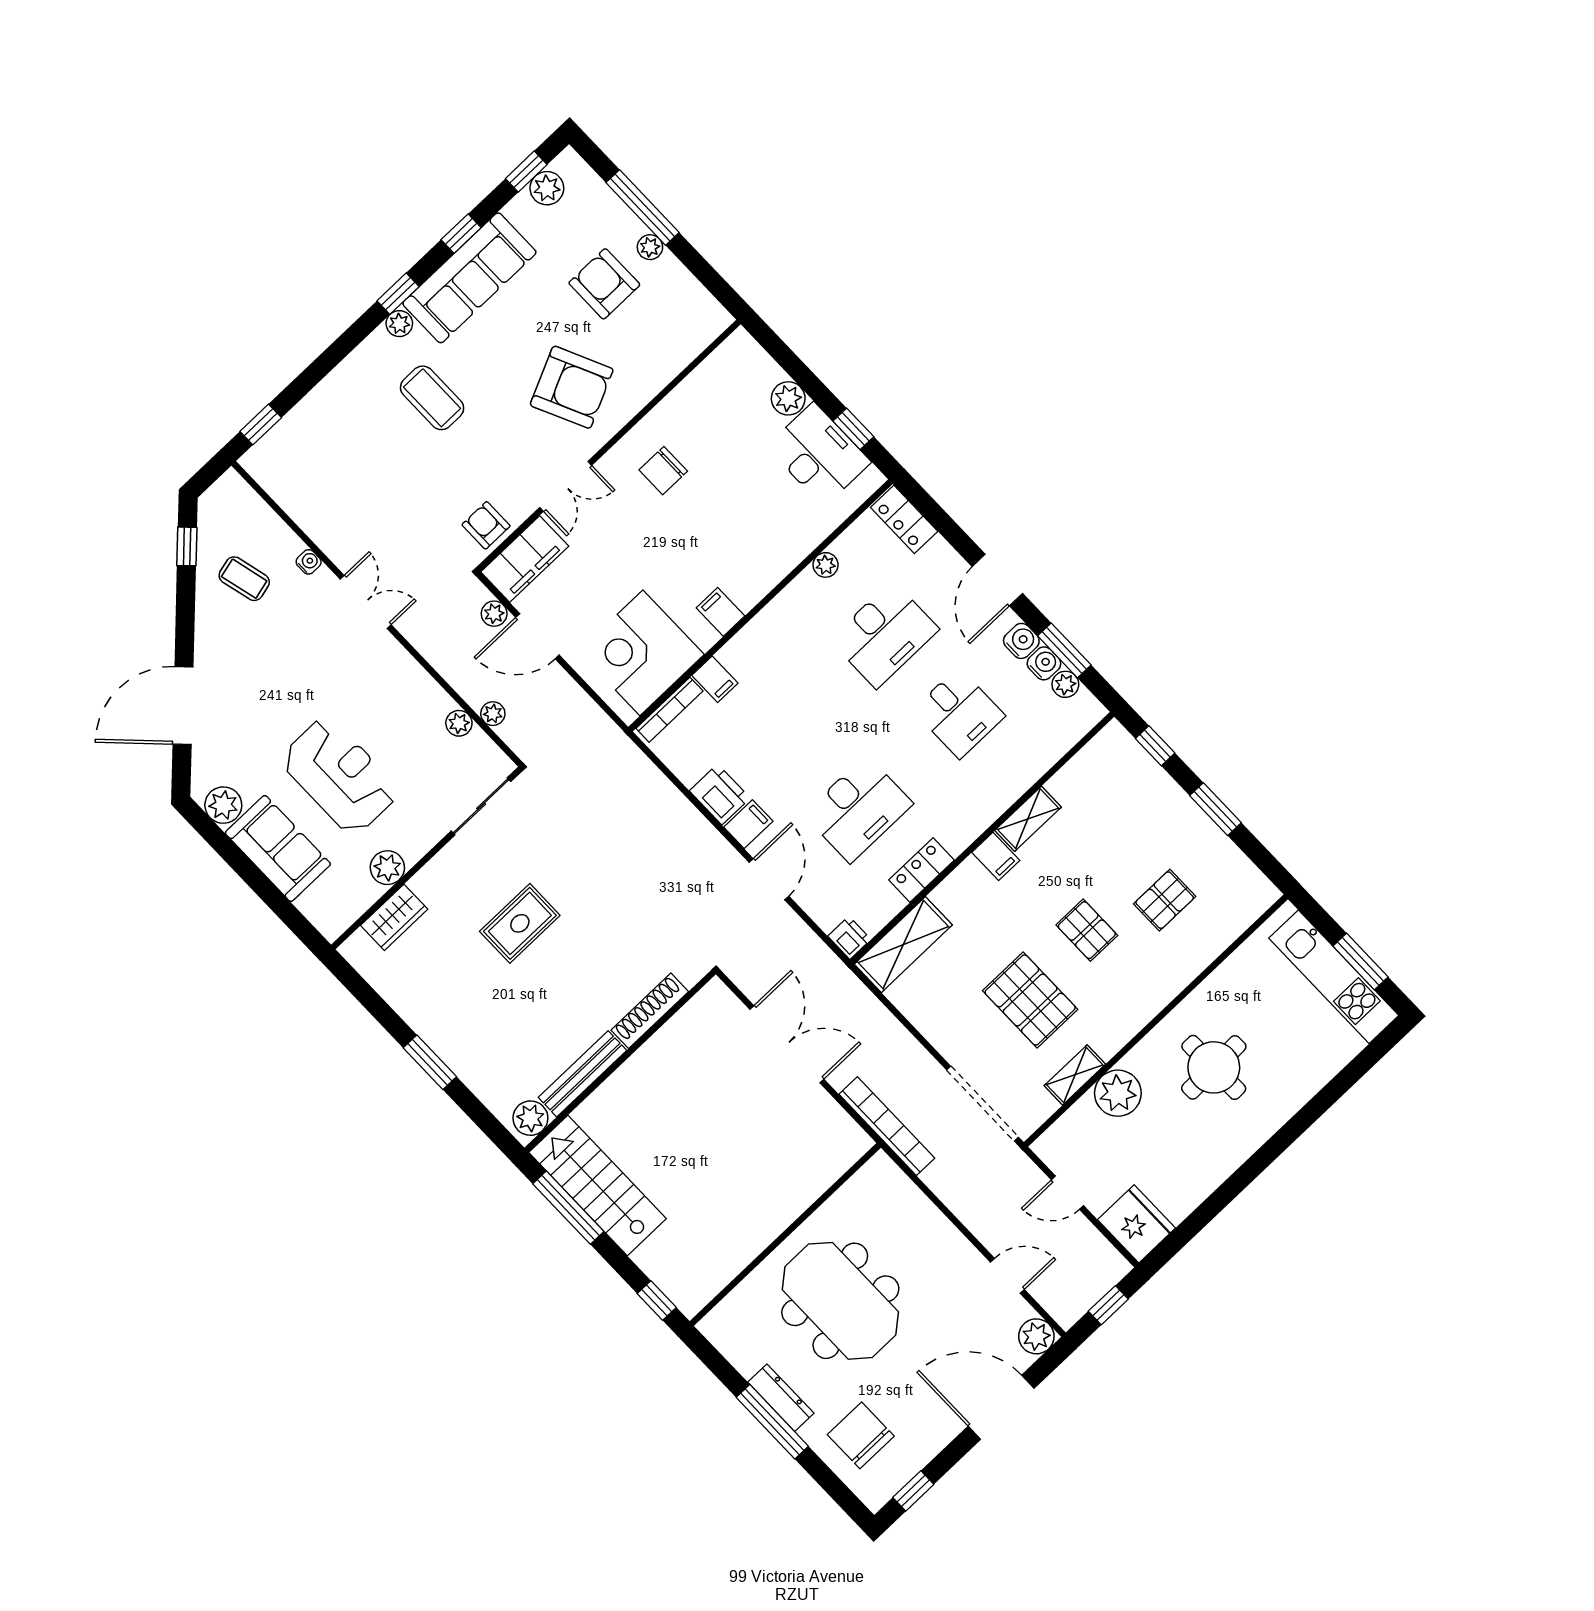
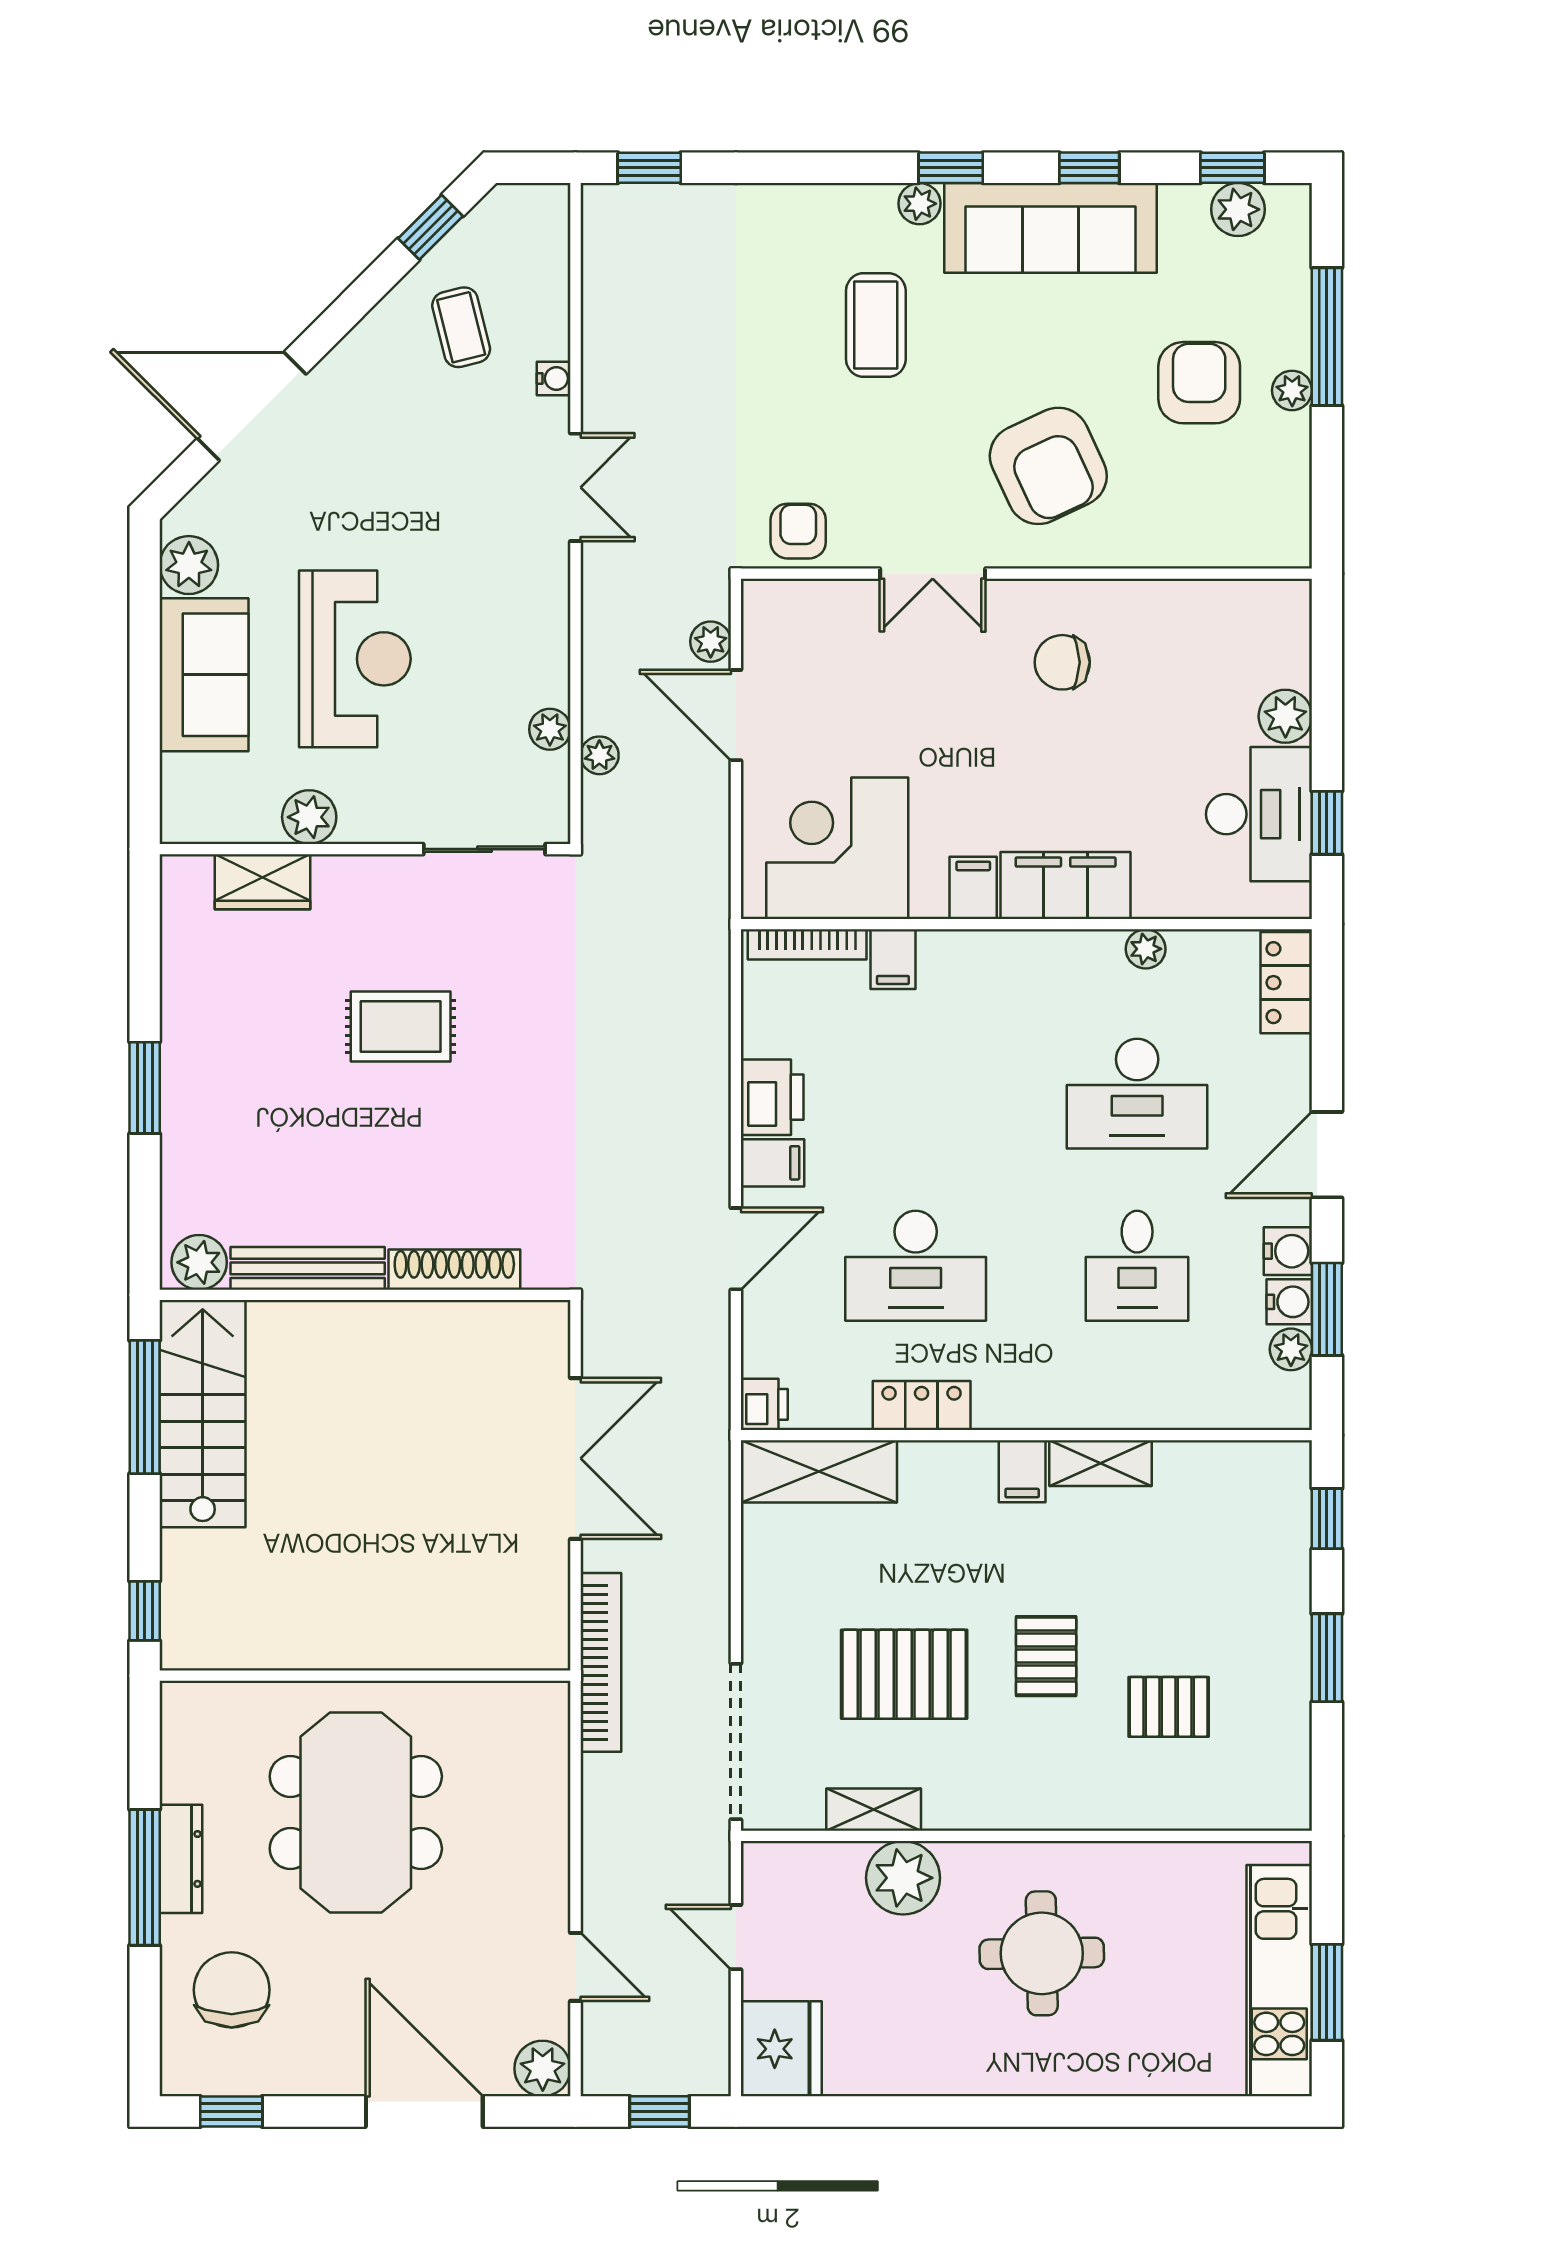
filing cabinet: (525, 559) -> (1066, 886), moved, turned 180
pallet: (1030, 1000) -> (904, 1674), turned 90

